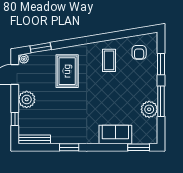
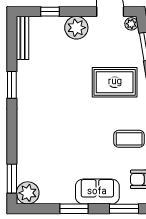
window: (161, 101) -> (74, 209), width x0.69
plant: (149, 109) -> (28, 193), moved
sofa: (115, 134) -> (97, 192), moved, turned -90

